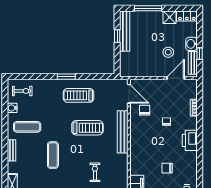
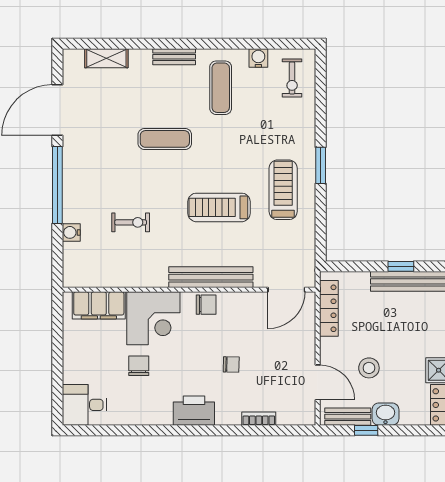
locker: (138, 72) -> (329, 308), added
chair: (145, 110) -> (206, 305), moved
treadmill: (87, 128) -> (219, 207), turned 90
corner desk: (143, 161) -> (153, 318), added

